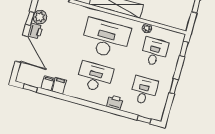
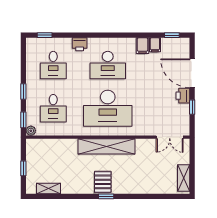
plant: (40, 17) -> (182, 111), removed
plant: (147, 28) -> (31, 131), moved
window: (174, 86) -> (23, 91), moved

